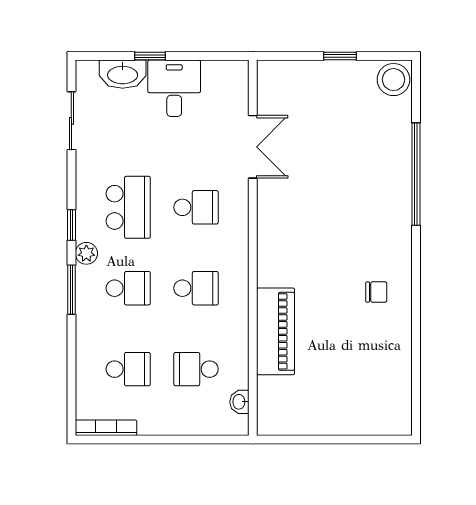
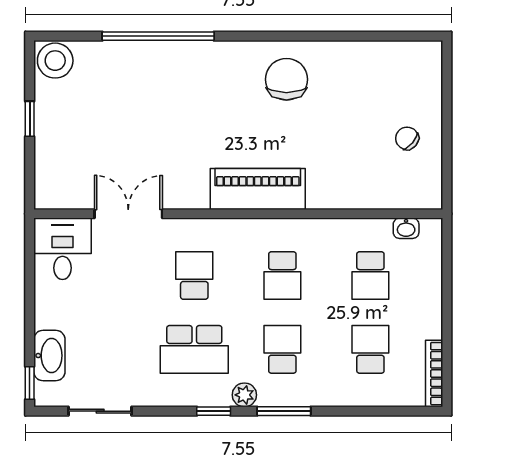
window: (150, 56) -> (30, 383), moved
desk: (174, 88) -> (62, 249), moved, turned 90
school desk: (128, 207) -> (194, 349), turned 180
school desk: (196, 288) -> (282, 276), turned 180
chair: (376, 292) -> (286, 79), width x1.87, depth x1.87
piano: (276, 331) -> (258, 189), moved
chair: (322, 403) -> (407, 138), added

